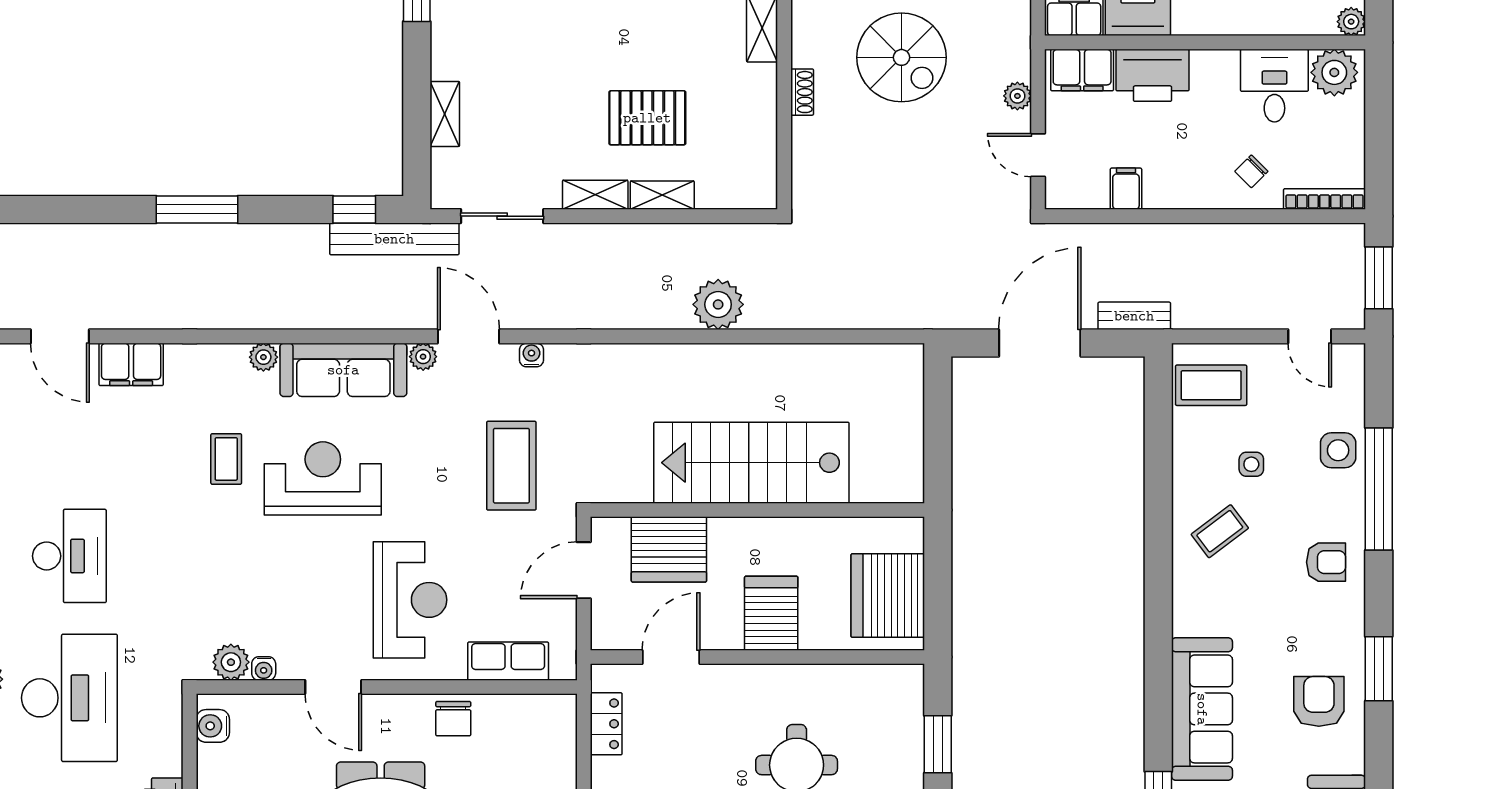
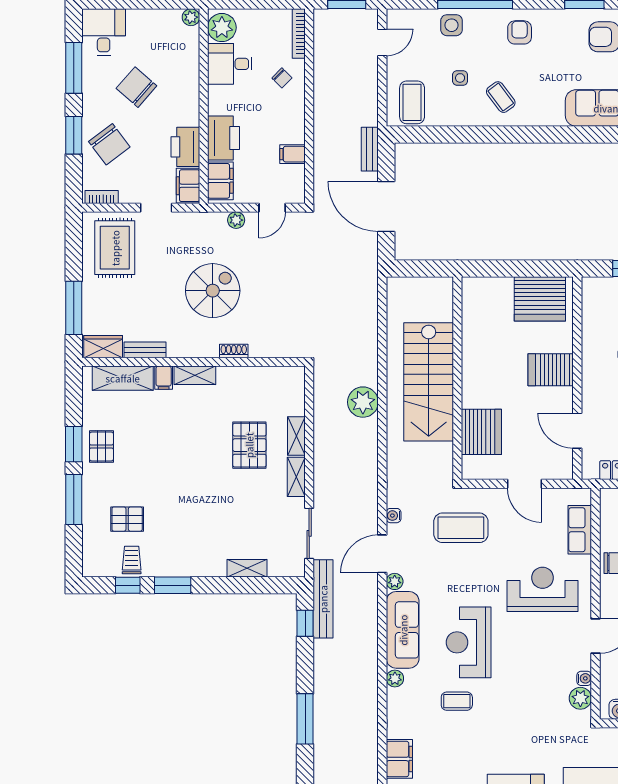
stairs: (751, 463) -> (429, 382), moved
wall: (757, 510) -> (457, 378), moved
server rack: (669, 549) -> (481, 432), moved

